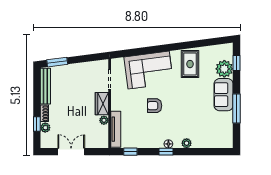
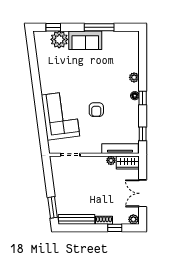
rug: (190, 64) -> (54, 74), removed
wardrobe: (102, 104) -> (128, 162), moved
plant: (45, 128) -> (133, 219), moved

